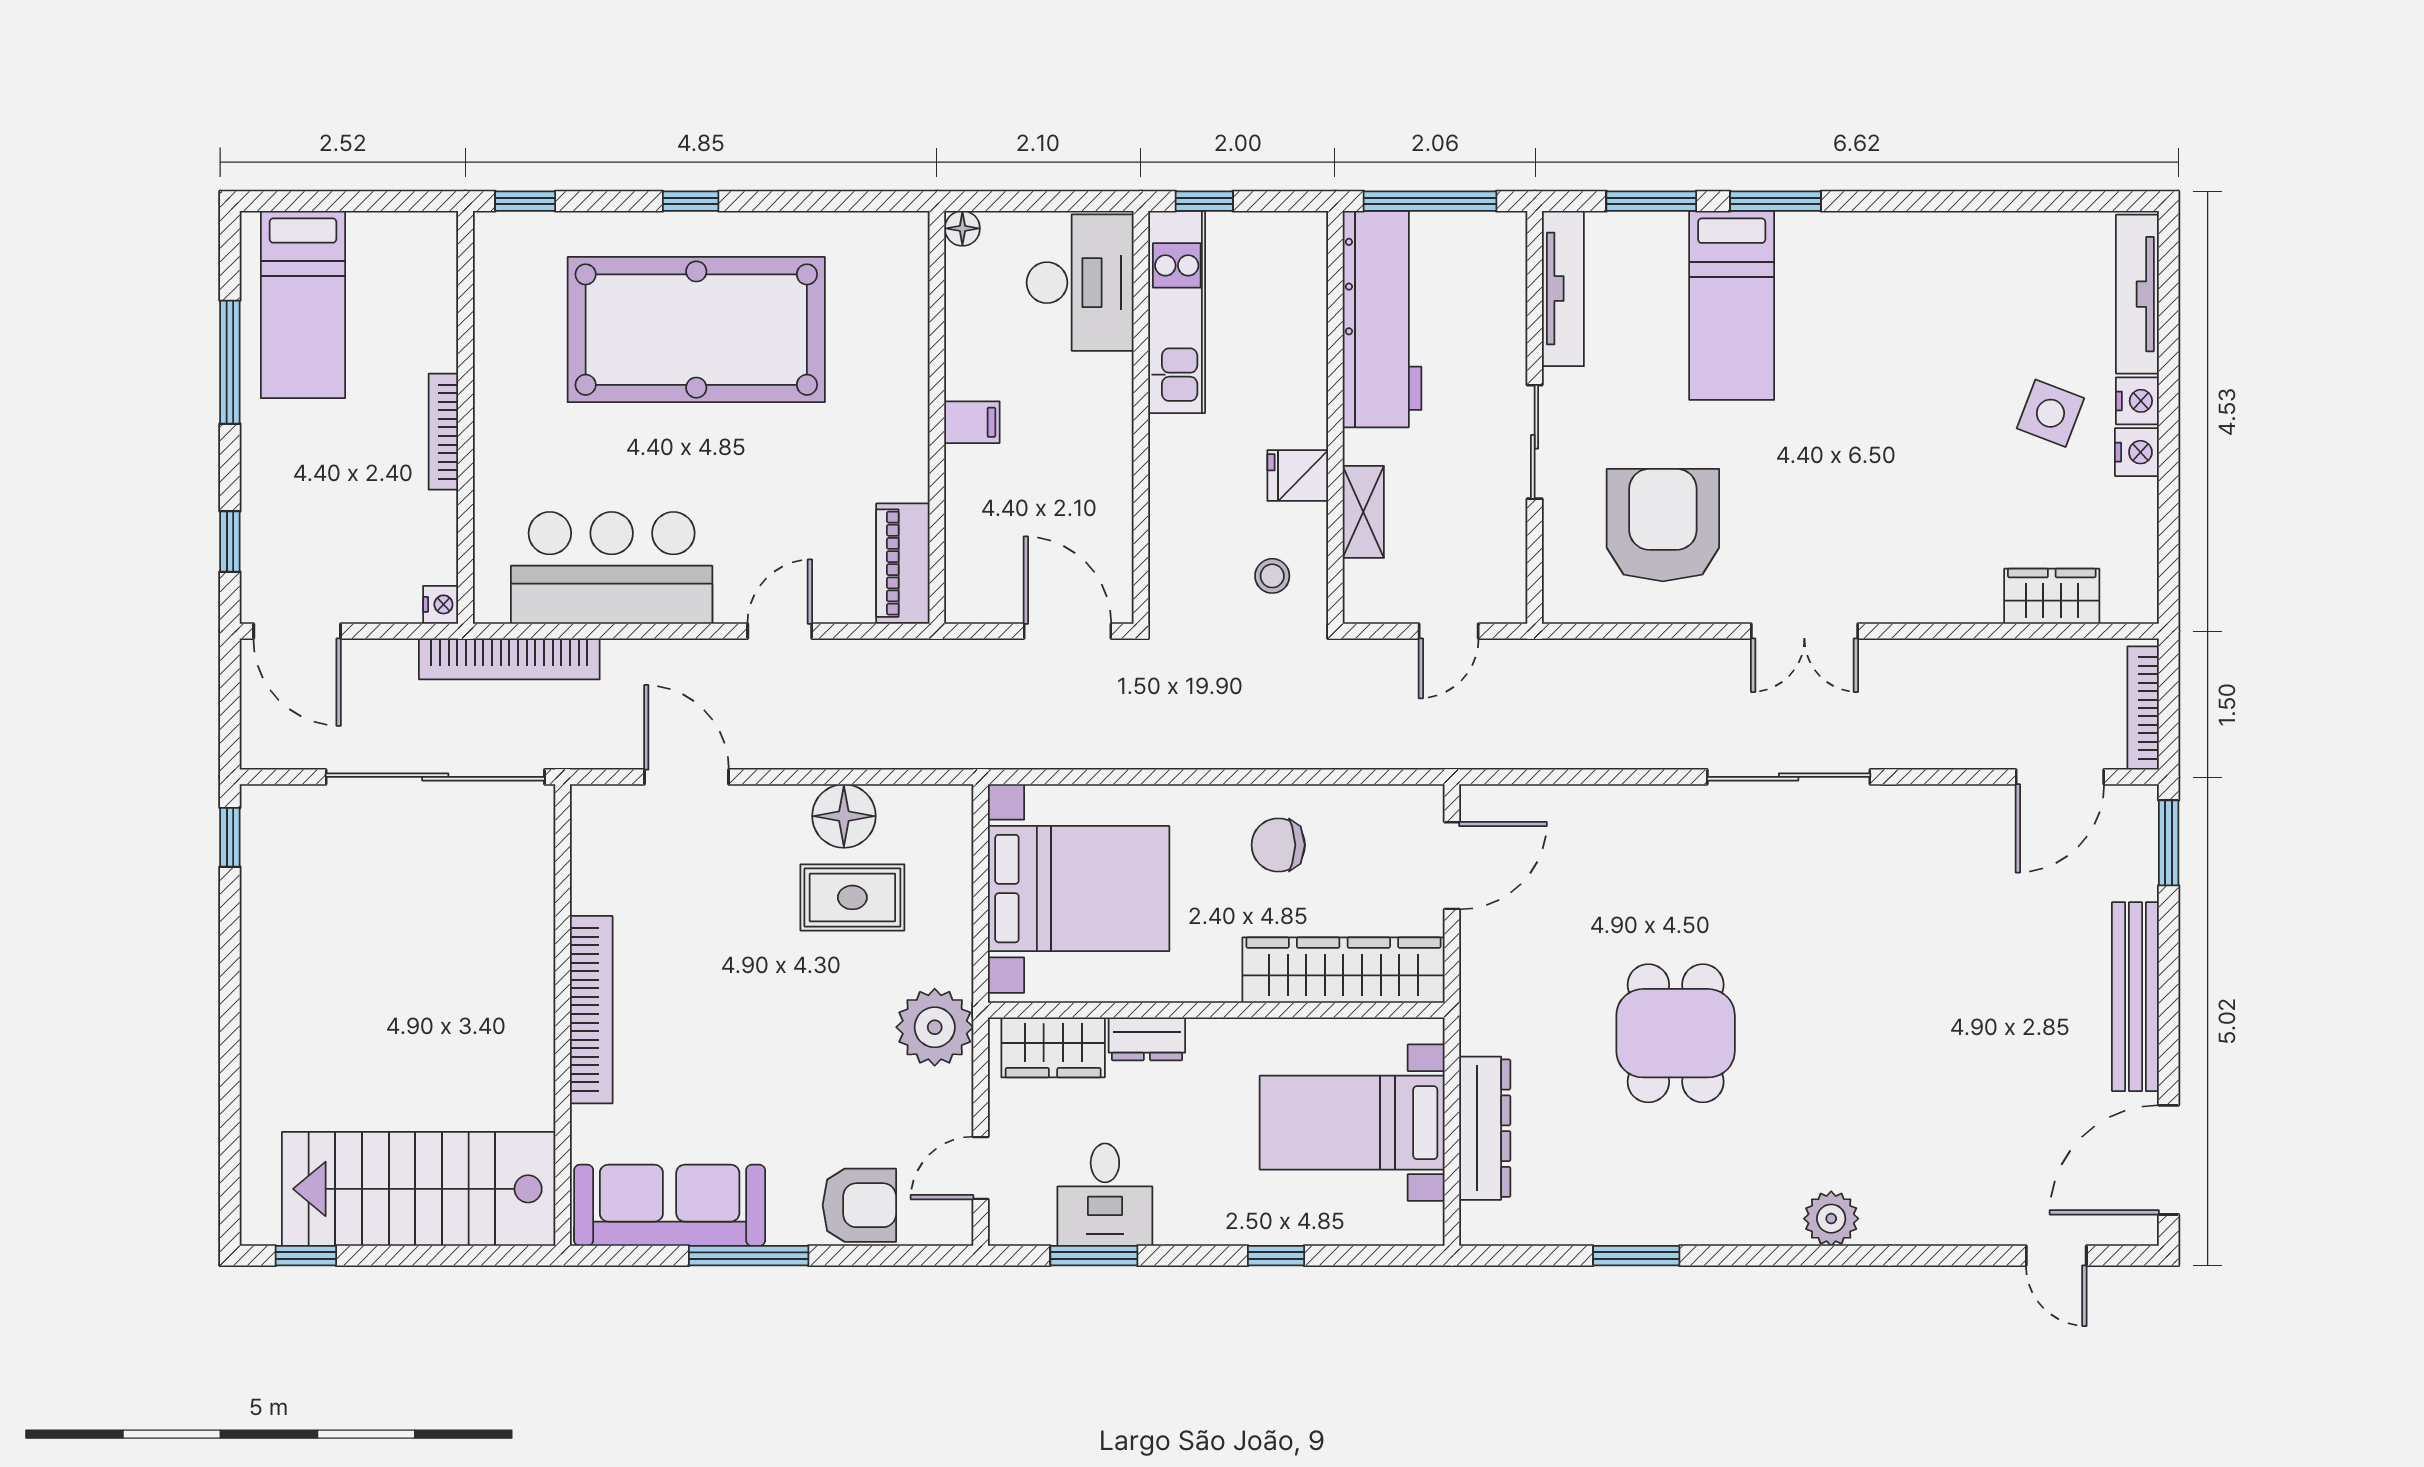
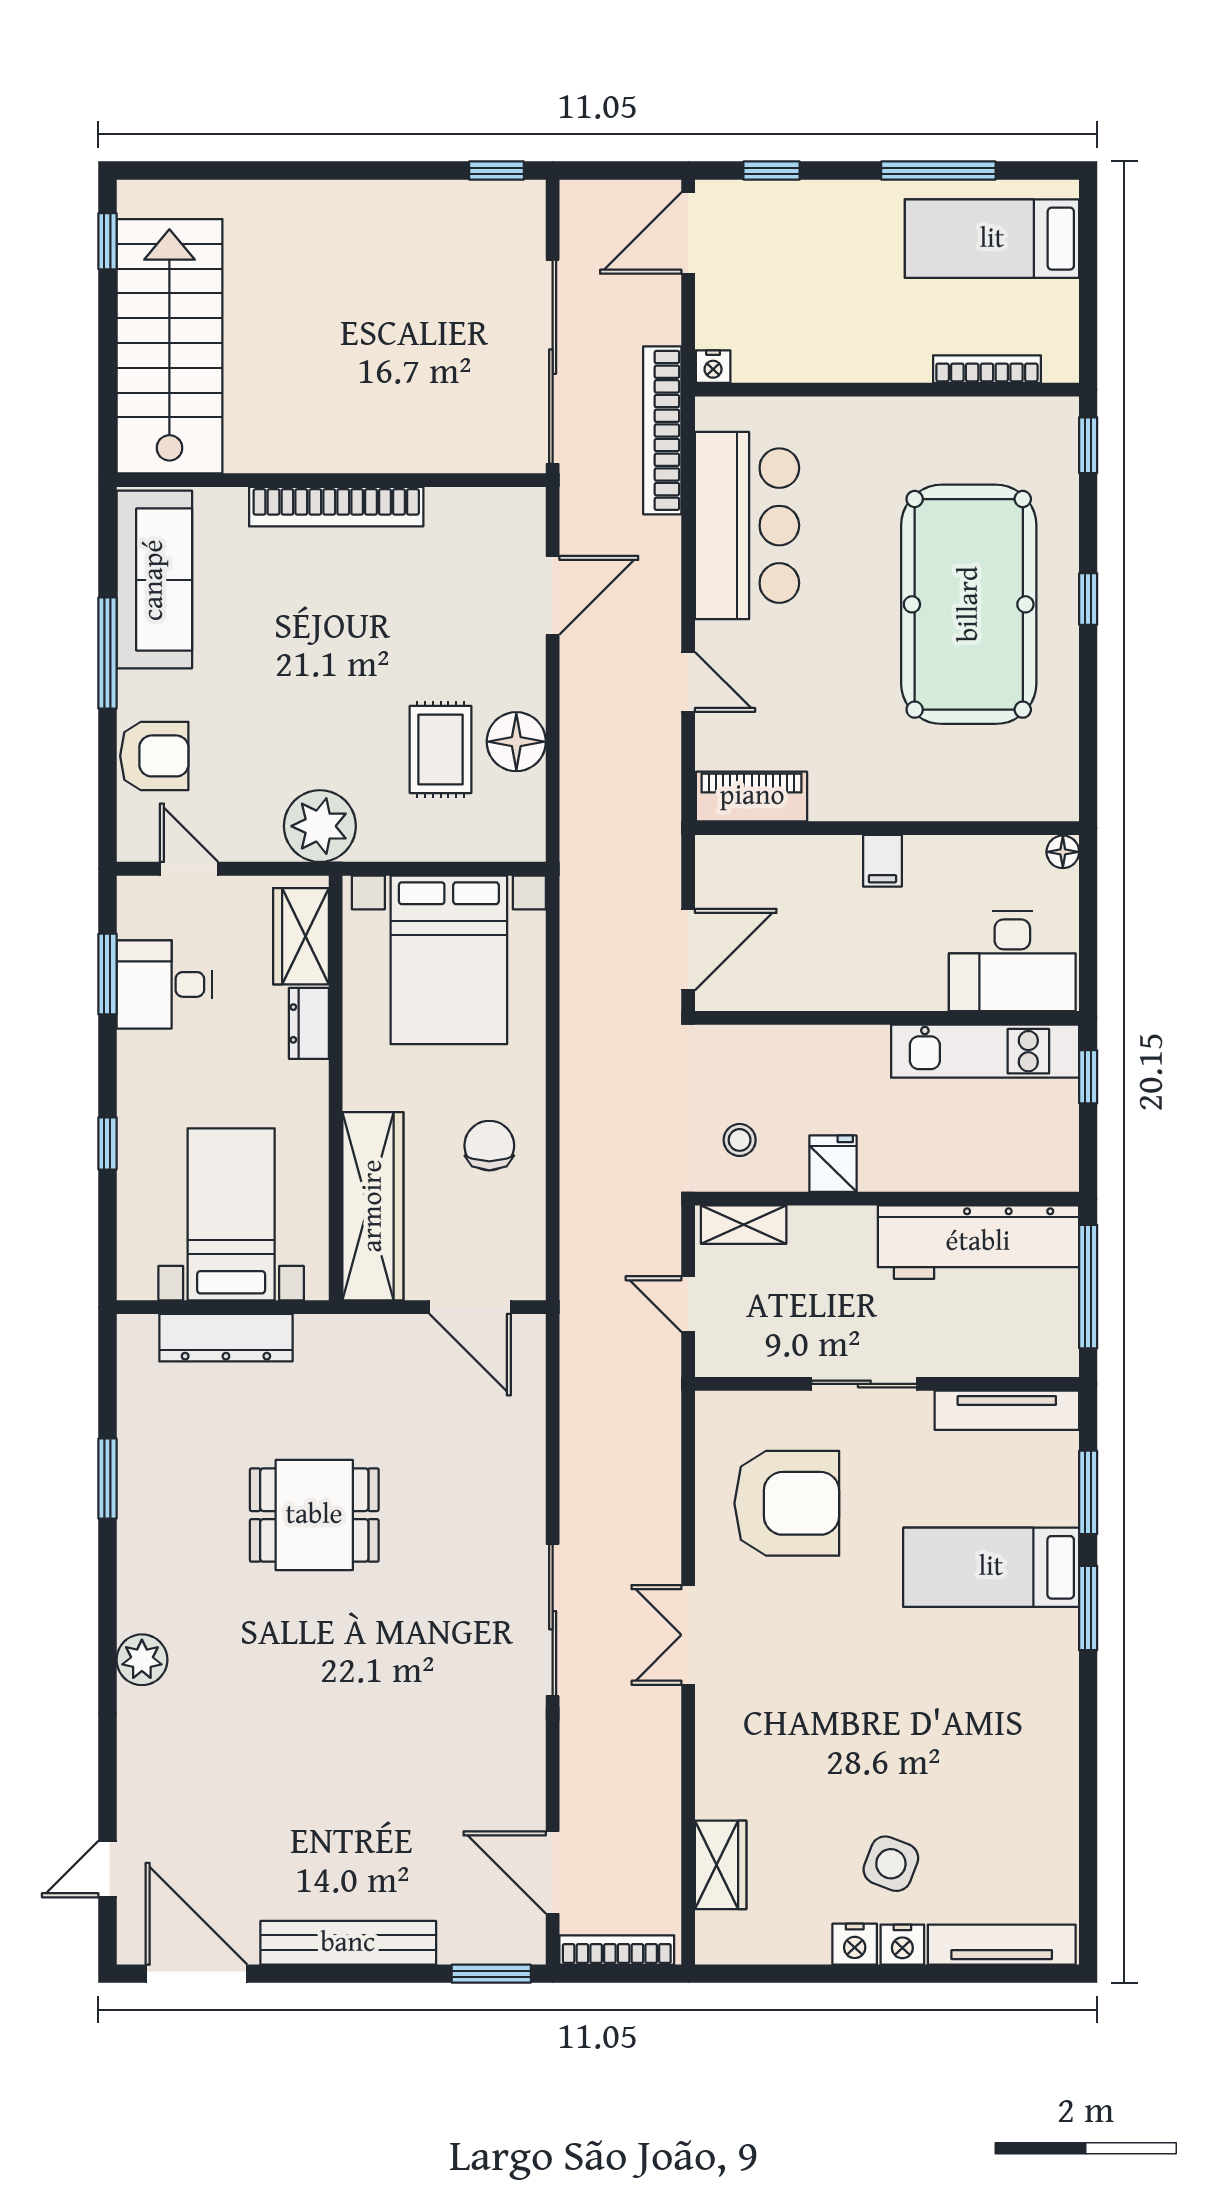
bookcase: (443, 432) -> (987, 369), moved
shelving: (1363, 512) -> (744, 1225), moved
armchair: (859, 1205) -> (154, 756), turned -90

